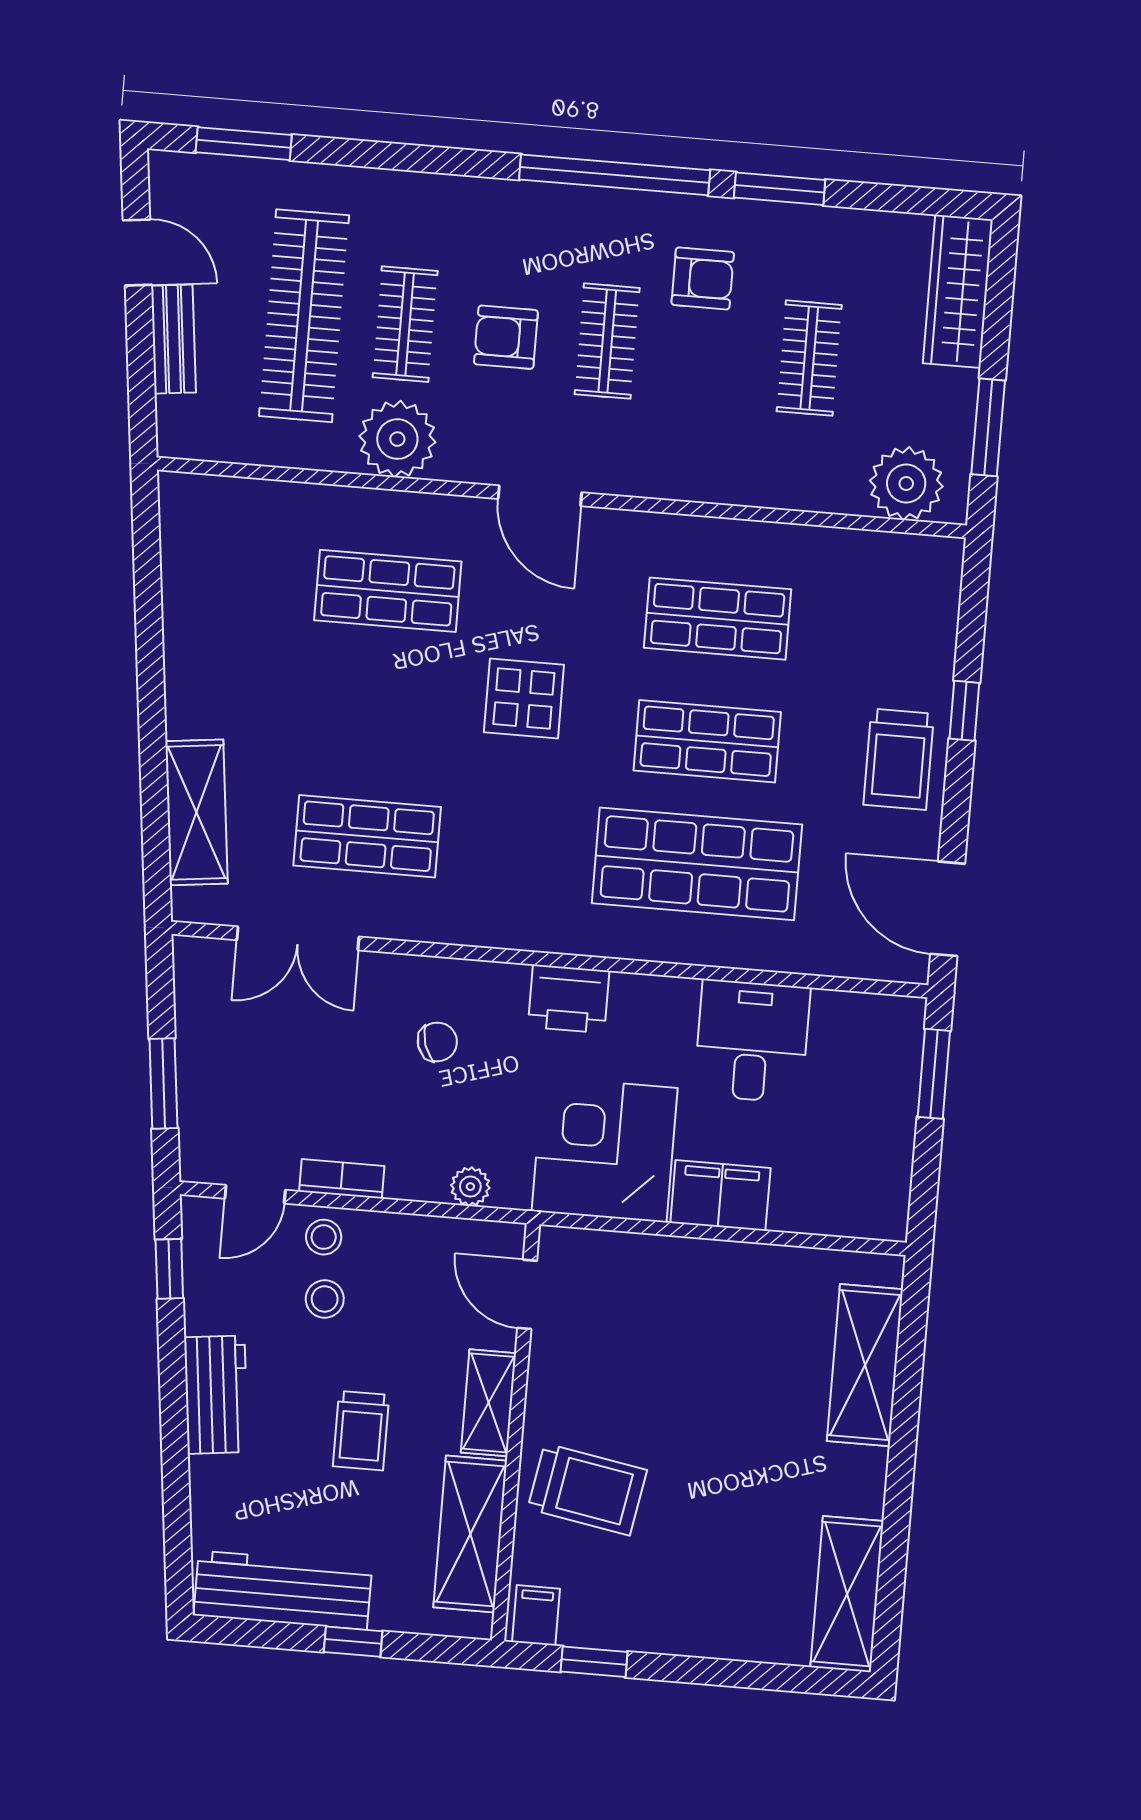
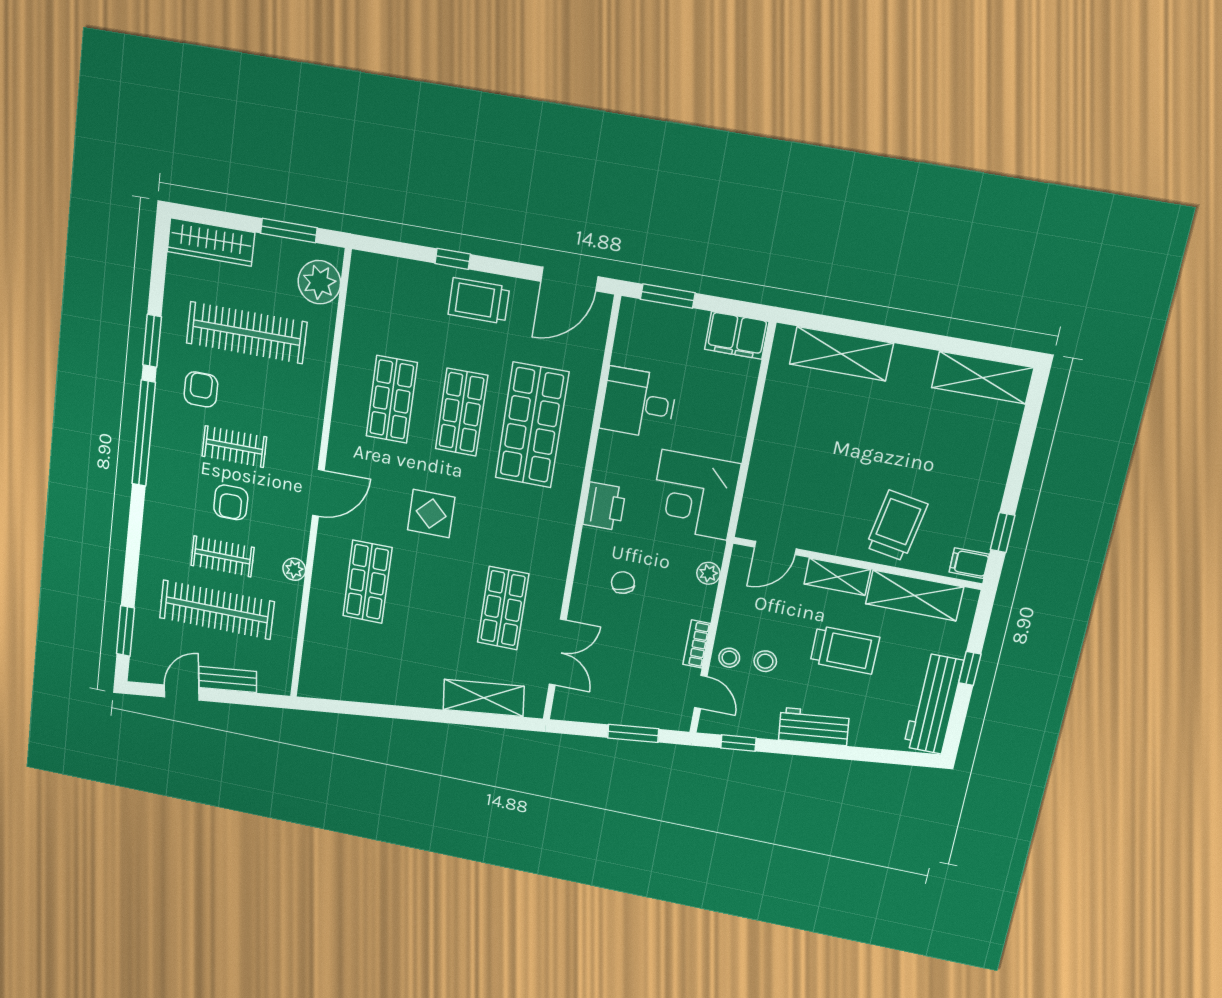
clothes rail: (809, 358) -> (246, 333), width x1.86, depth x1.31
plant: (397, 439) -> (294, 569), width x0.53, depth x0.53
trolley: (899, 759) -> (479, 301), turned 180
filing cabinet: (720, 1195) -> (737, 335), moved, turned -90
trolley: (361, 1431) -> (845, 650), width x1.36, depth x1.39

